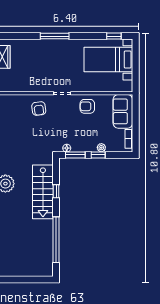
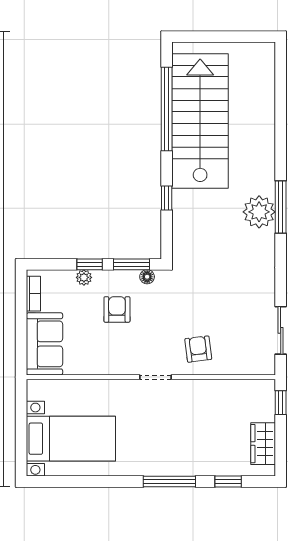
window: (114, 36) -> (228, 482), moved
armchair: (87, 106) -> (117, 309), moved, turned -90
stairs: (43, 192) -> (200, 121), moved, width x1.36, depth x1.51

